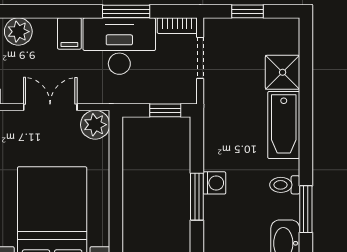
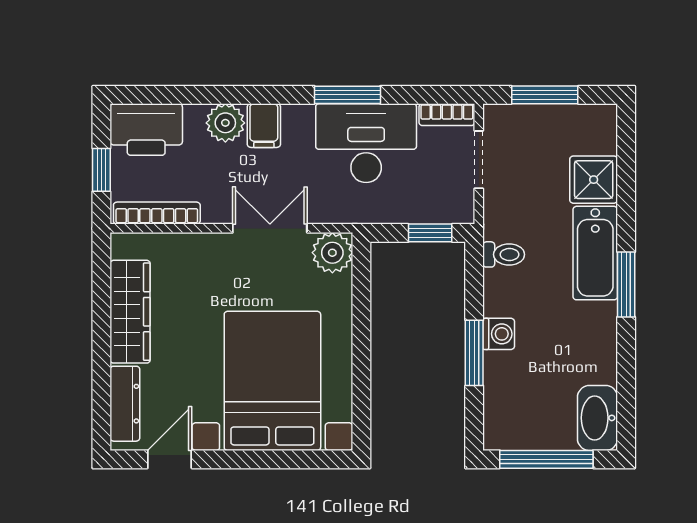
window: (126, 11) -> (347, 95), moved
window: (247, 11) -> (545, 95), width x1.50
filing cabinet: (69, 33) -> (264, 126), moved
toilet: (285, 185) -> (504, 254), moved, turned 180
window: (306, 209) -> (626, 284), moved

